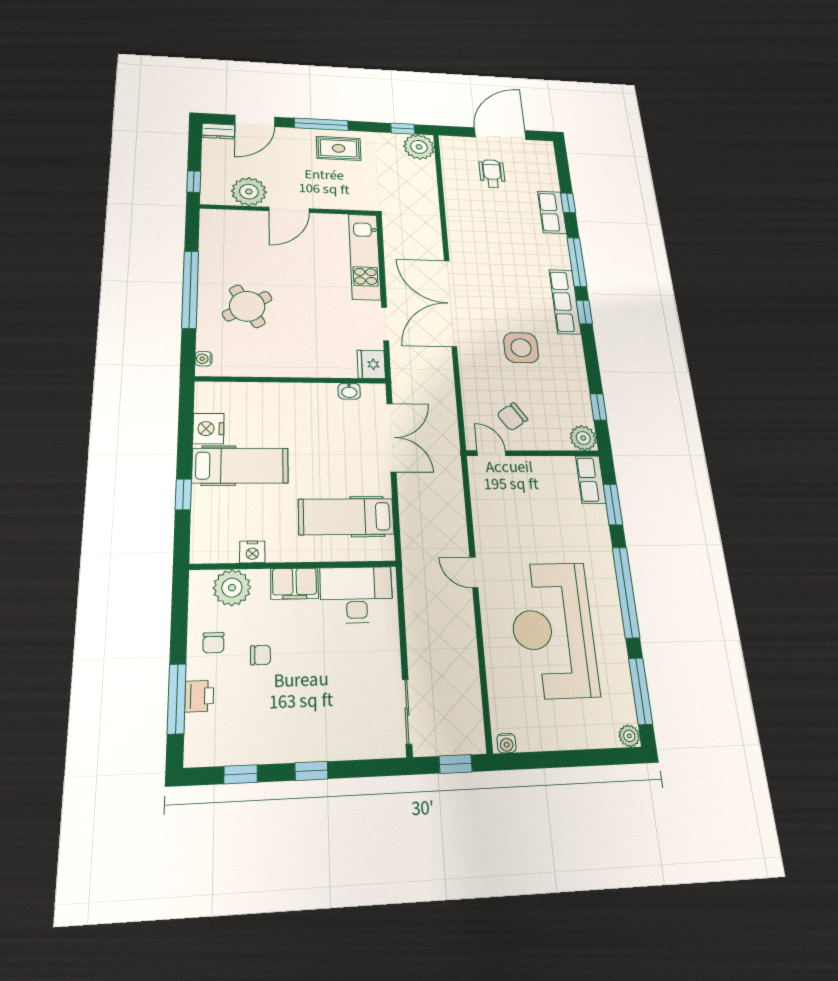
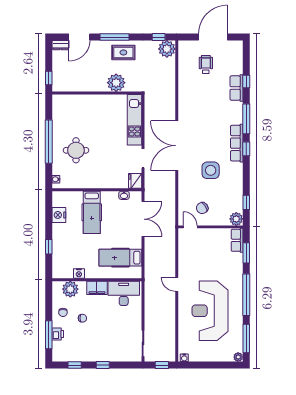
plant: (249, 192) -> (116, 83), moved
door: (289, 210) -> (97, 93), removed
round table: (247, 306) -> (76, 150), turned 31
hospital bed: (240, 466) -> (92, 212), moved, turned 90

